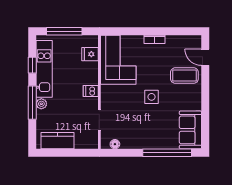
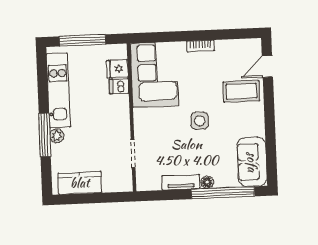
door: (205, 57) -> (267, 66), hinge flipped
window: (32, 65) -> (43, 86), removed
dishwasher: (91, 91) -> (119, 86), moved
tv unit: (135, 143) -> (181, 182), added
floor lamp: (115, 144) -> (207, 182), moved

